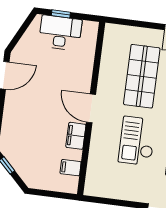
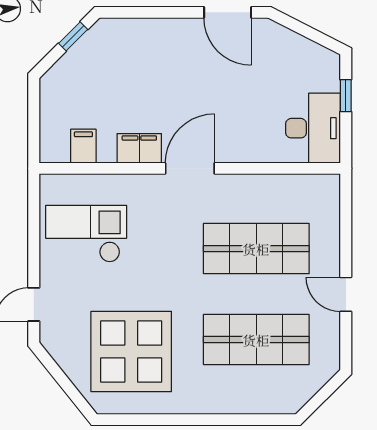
desk: (60, 33) -> (313, 128), moved
checkout: (137, 141) -> (86, 234), moved

